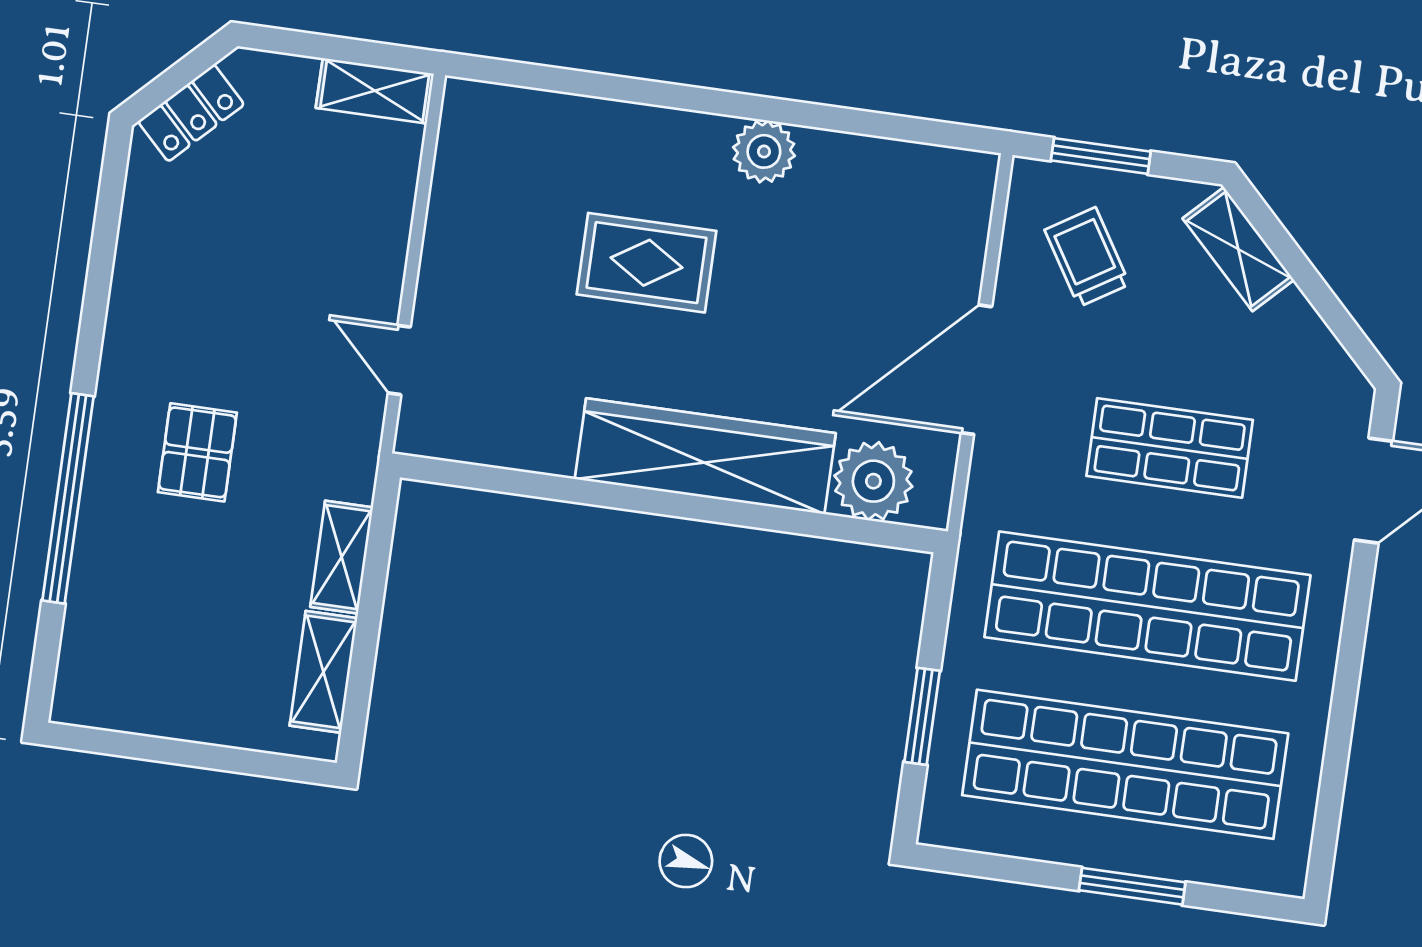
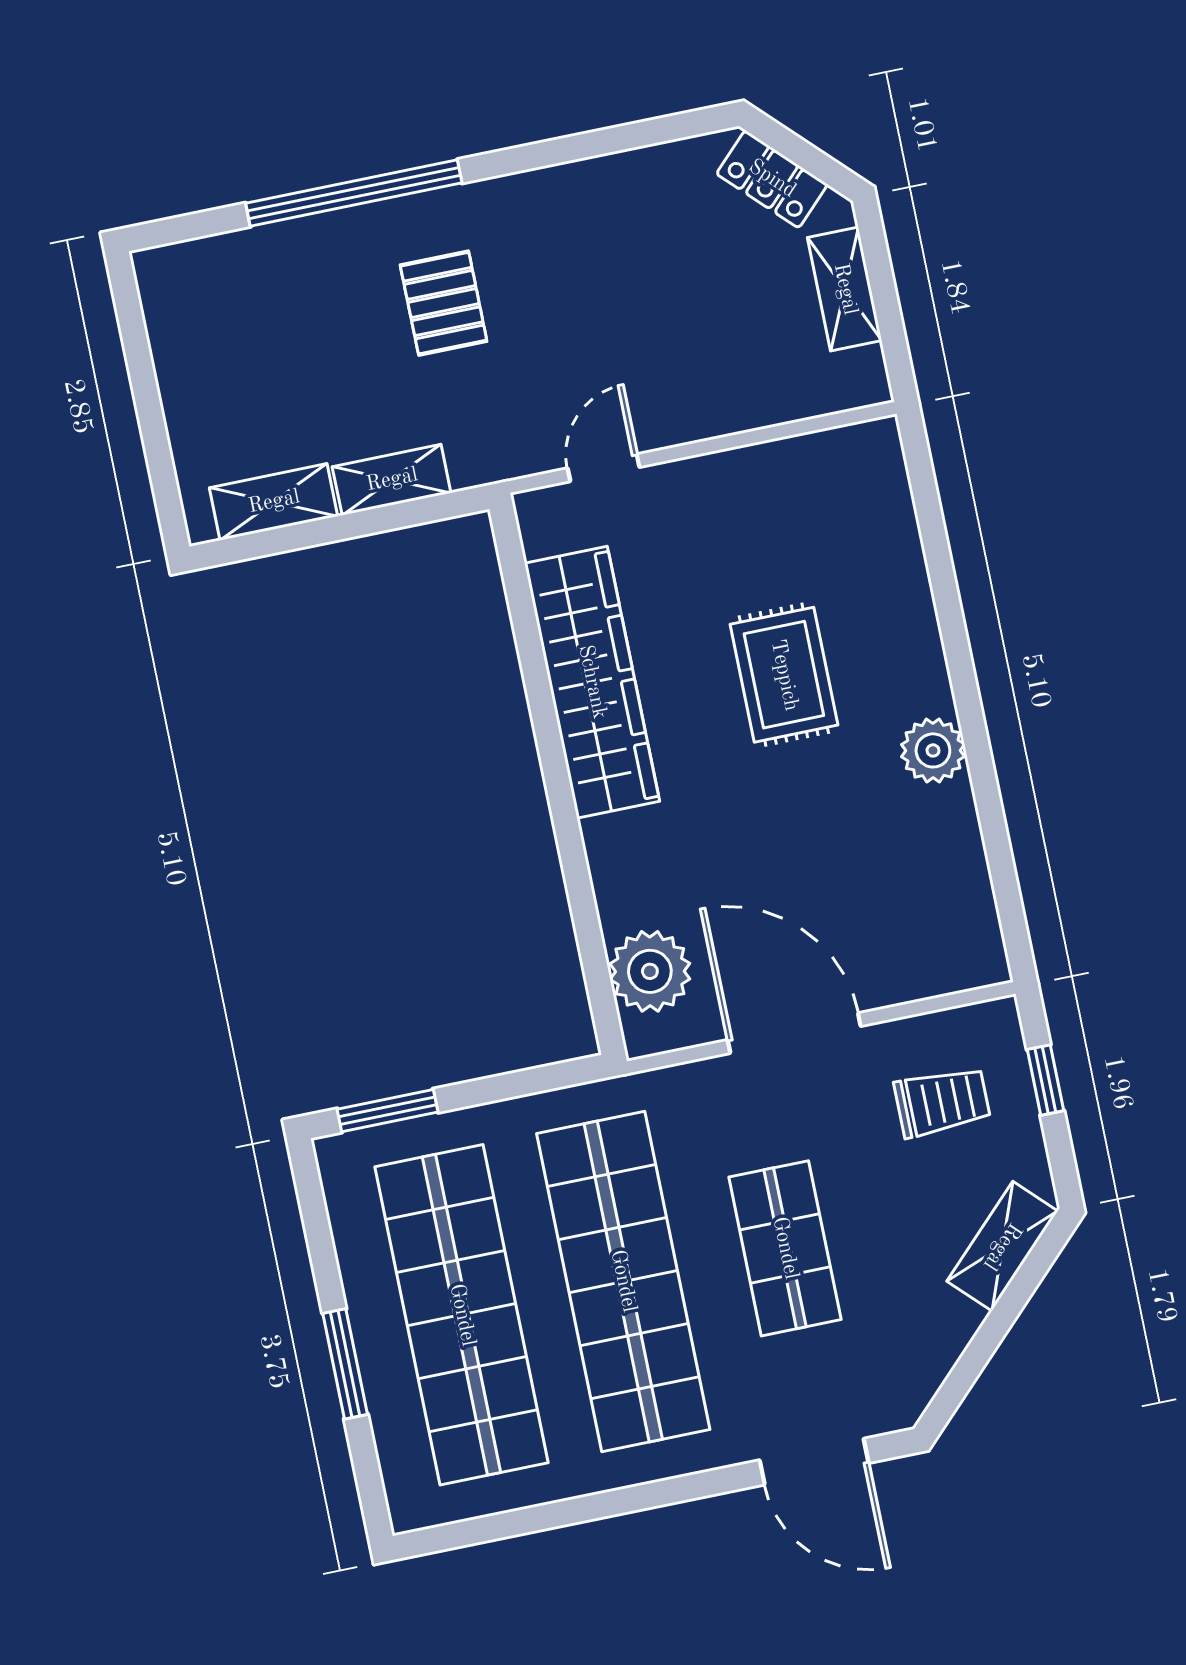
shelving: (375, 91) -> (845, 289), moved
window: (1101, 156) -> (1045, 1080), width x0.67
trolley: (1087, 257) -> (942, 1102), turned 32
pallet: (197, 452) -> (444, 303), turned 90
wardrobe: (705, 456) -> (592, 682), moved
window: (922, 716) -> (388, 1111), moved

